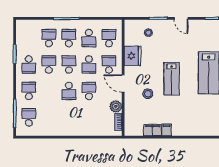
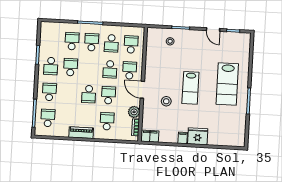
door: (181, 18) -> (213, 30), moved
fridge: (133, 56) -> (198, 136), moved, turned -90
school desk: (69, 65) -> (107, 121), moved
piano: (63, 130) -> (81, 133), added
filing cabinet: (153, 130) -> (150, 136), moved

